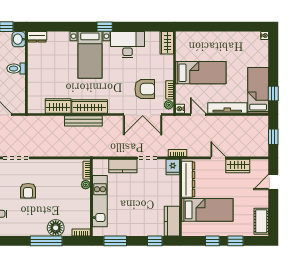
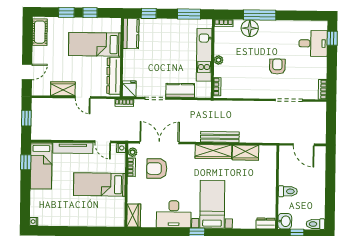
plant: (86, 185) -> (219, 60), moved

